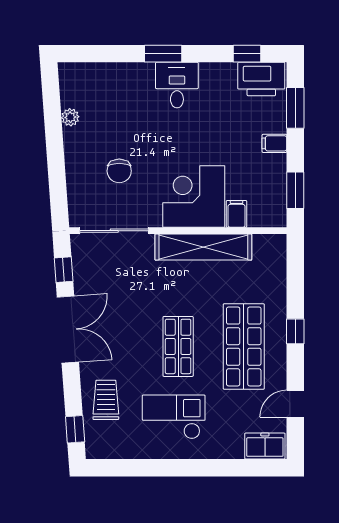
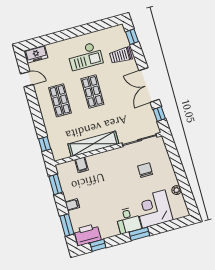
corner desk: (194, 196) -> (154, 209), moved, turned 180
window: (295, 331) -> (45, 144), moved
shop shelf: (244, 346) -> (60, 100), width x0.70, depth x0.74
trolley: (106, 400) -> (121, 55), turned 90
door: (295, 404) -> (27, 79), hinge flipped

